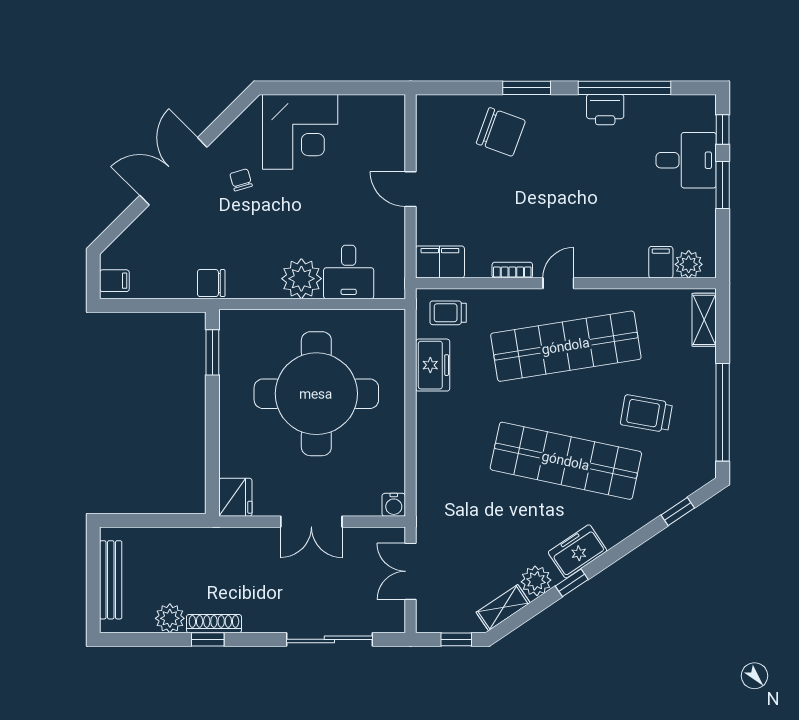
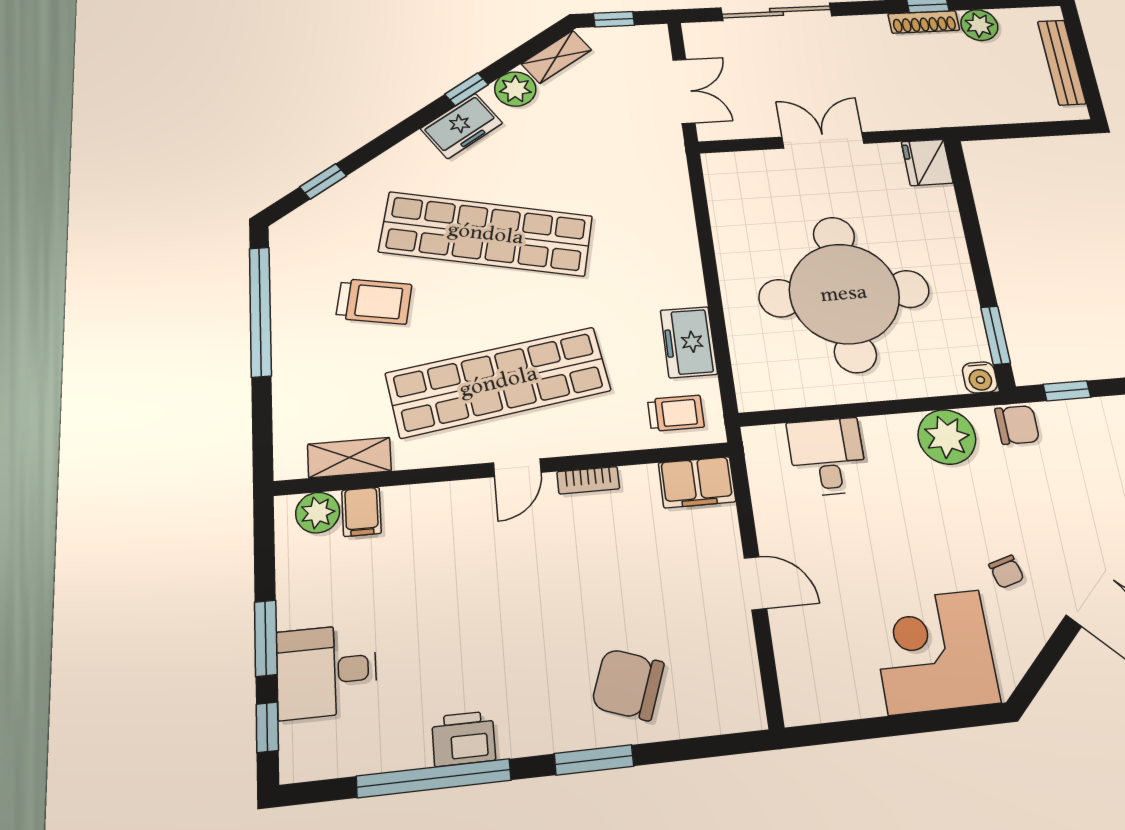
plant: (301, 279) -> (947, 437), moved
window: (170, 305) -> (1067, 391), added
shelving: (704, 320) -> (349, 458), moved, turned 90
water cooler: (394, 505) -> (980, 377), moved, turned 180

